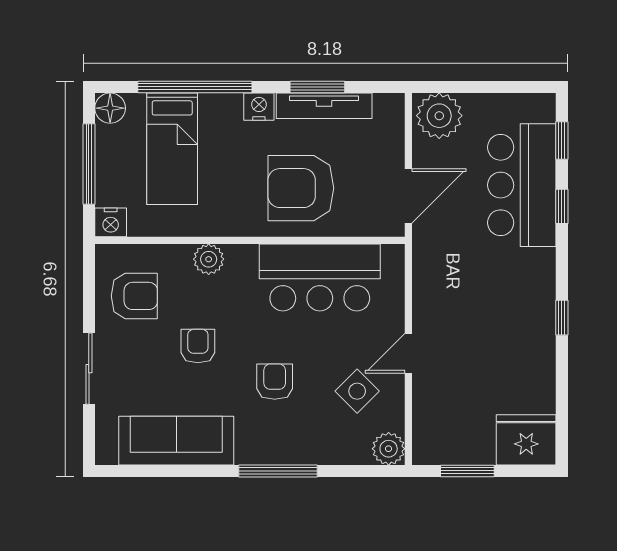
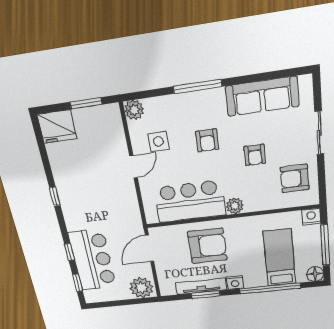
plant: (209, 259) -> (235, 206), moved
side table: (357, 391) -> (158, 141), turned 45

